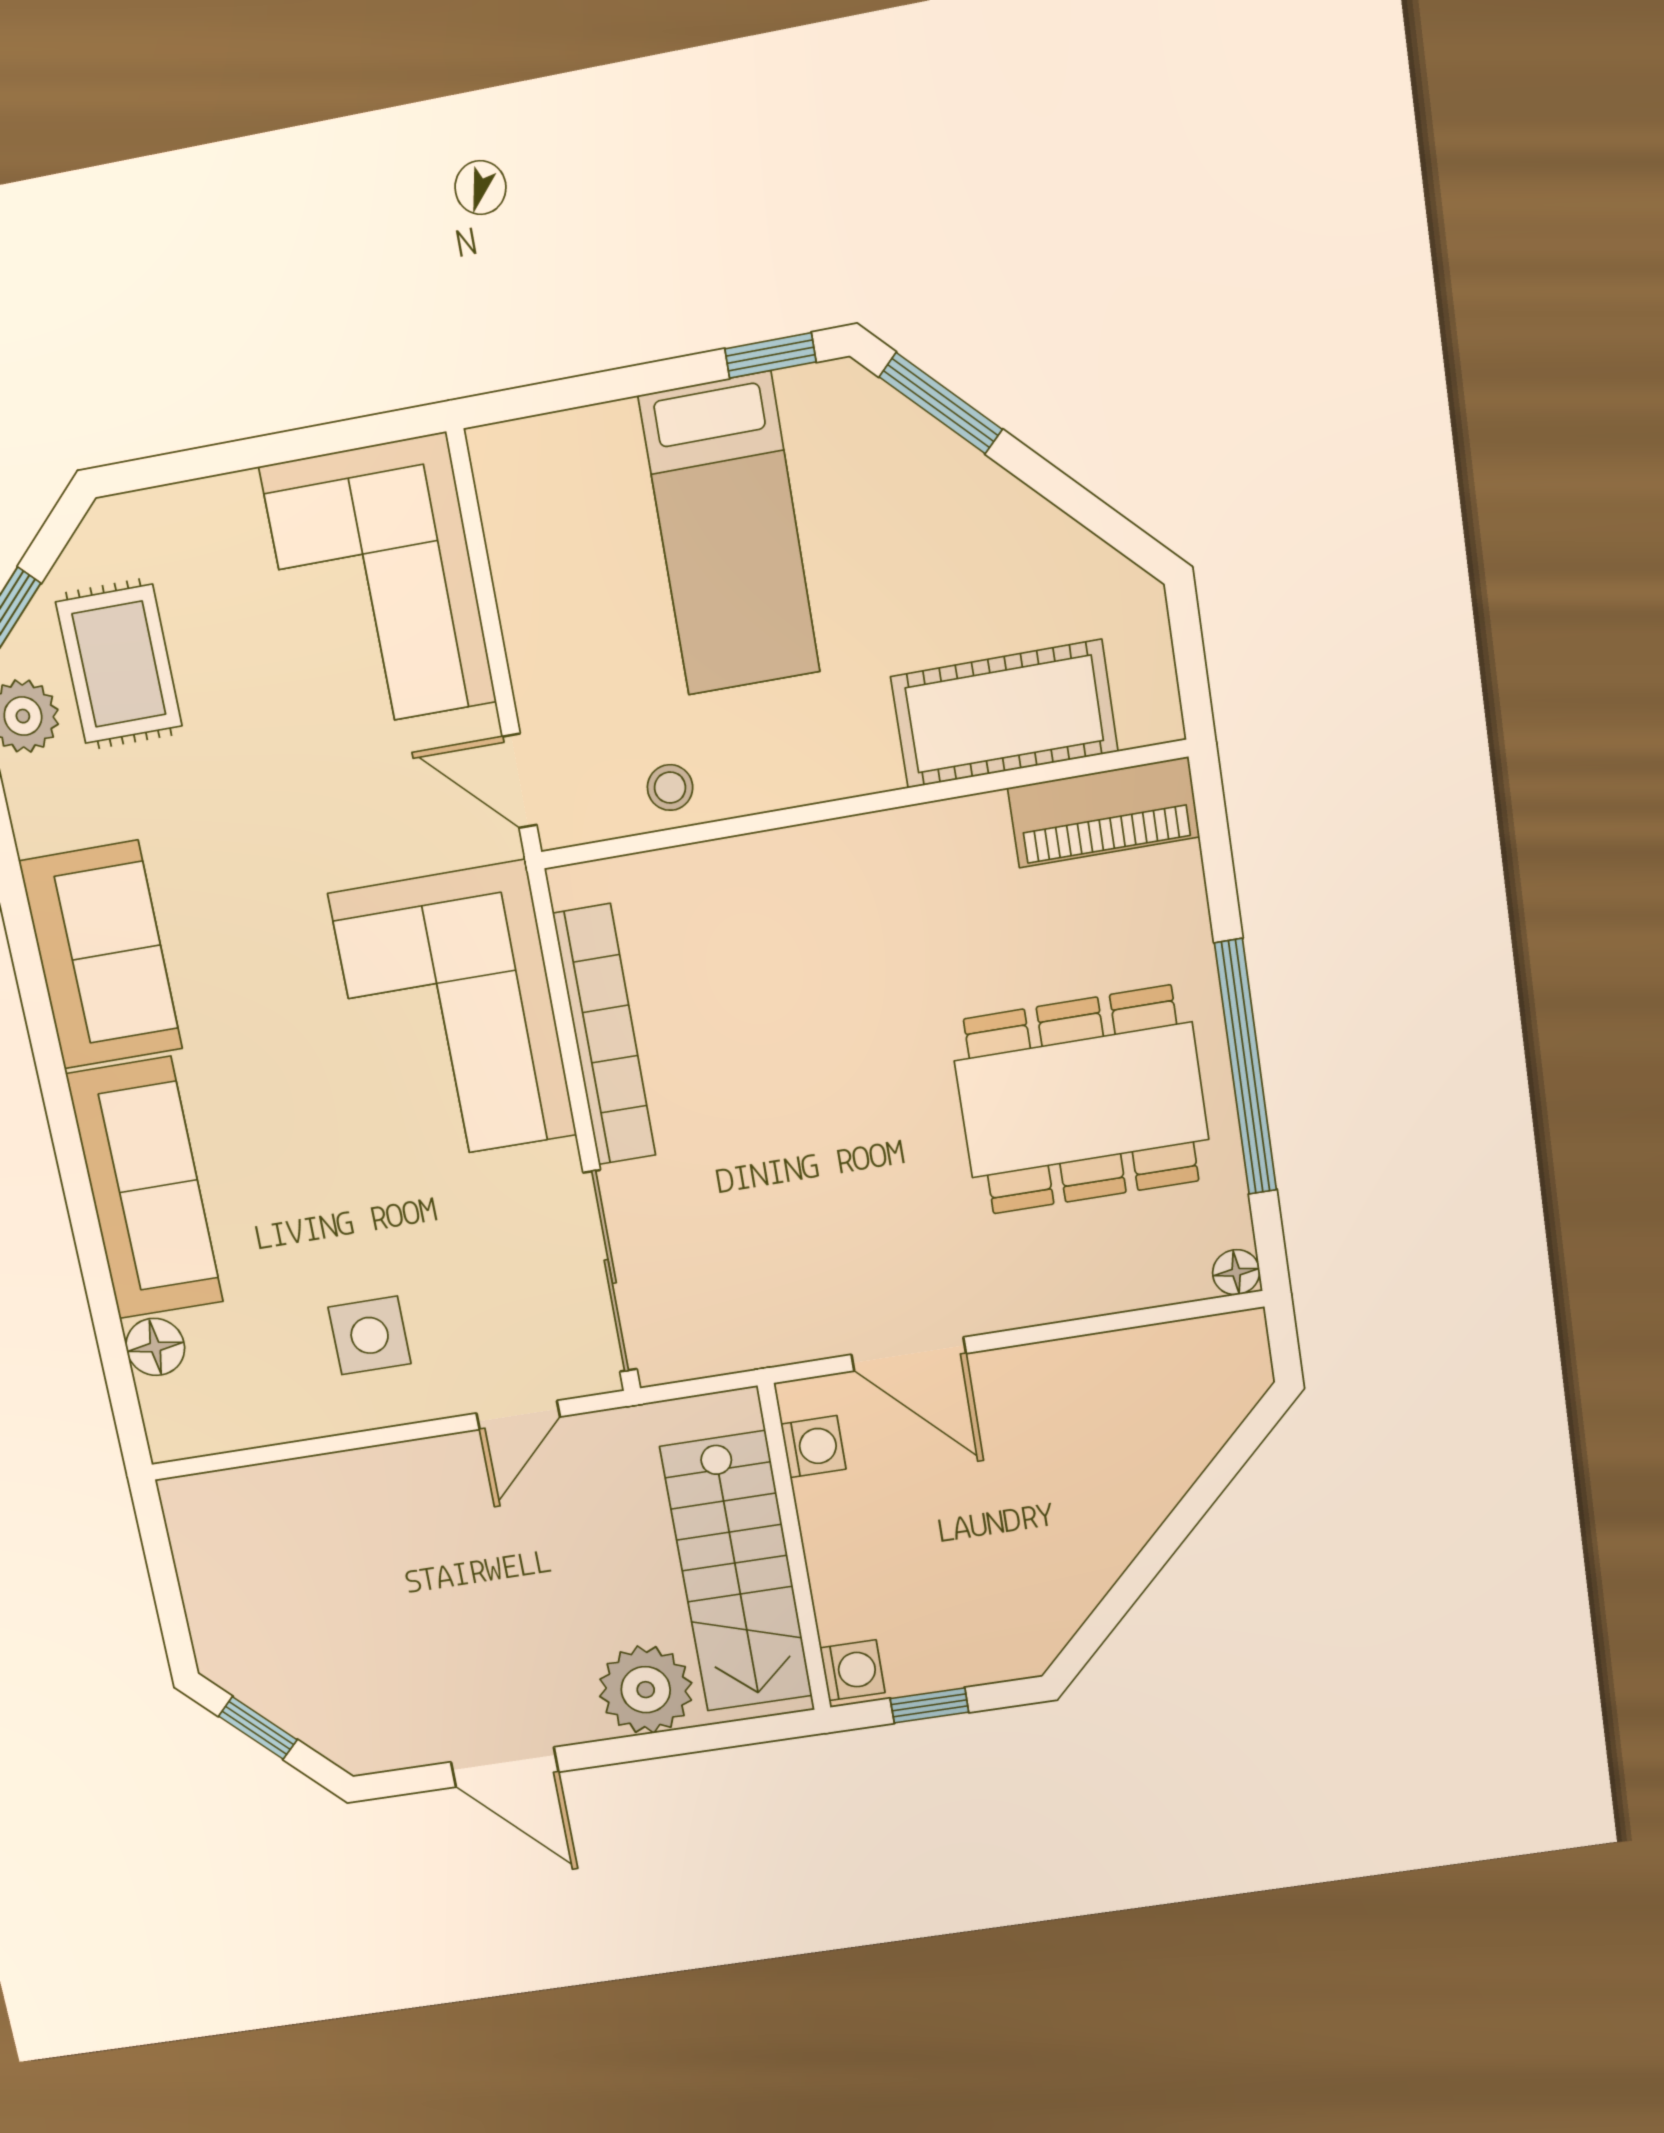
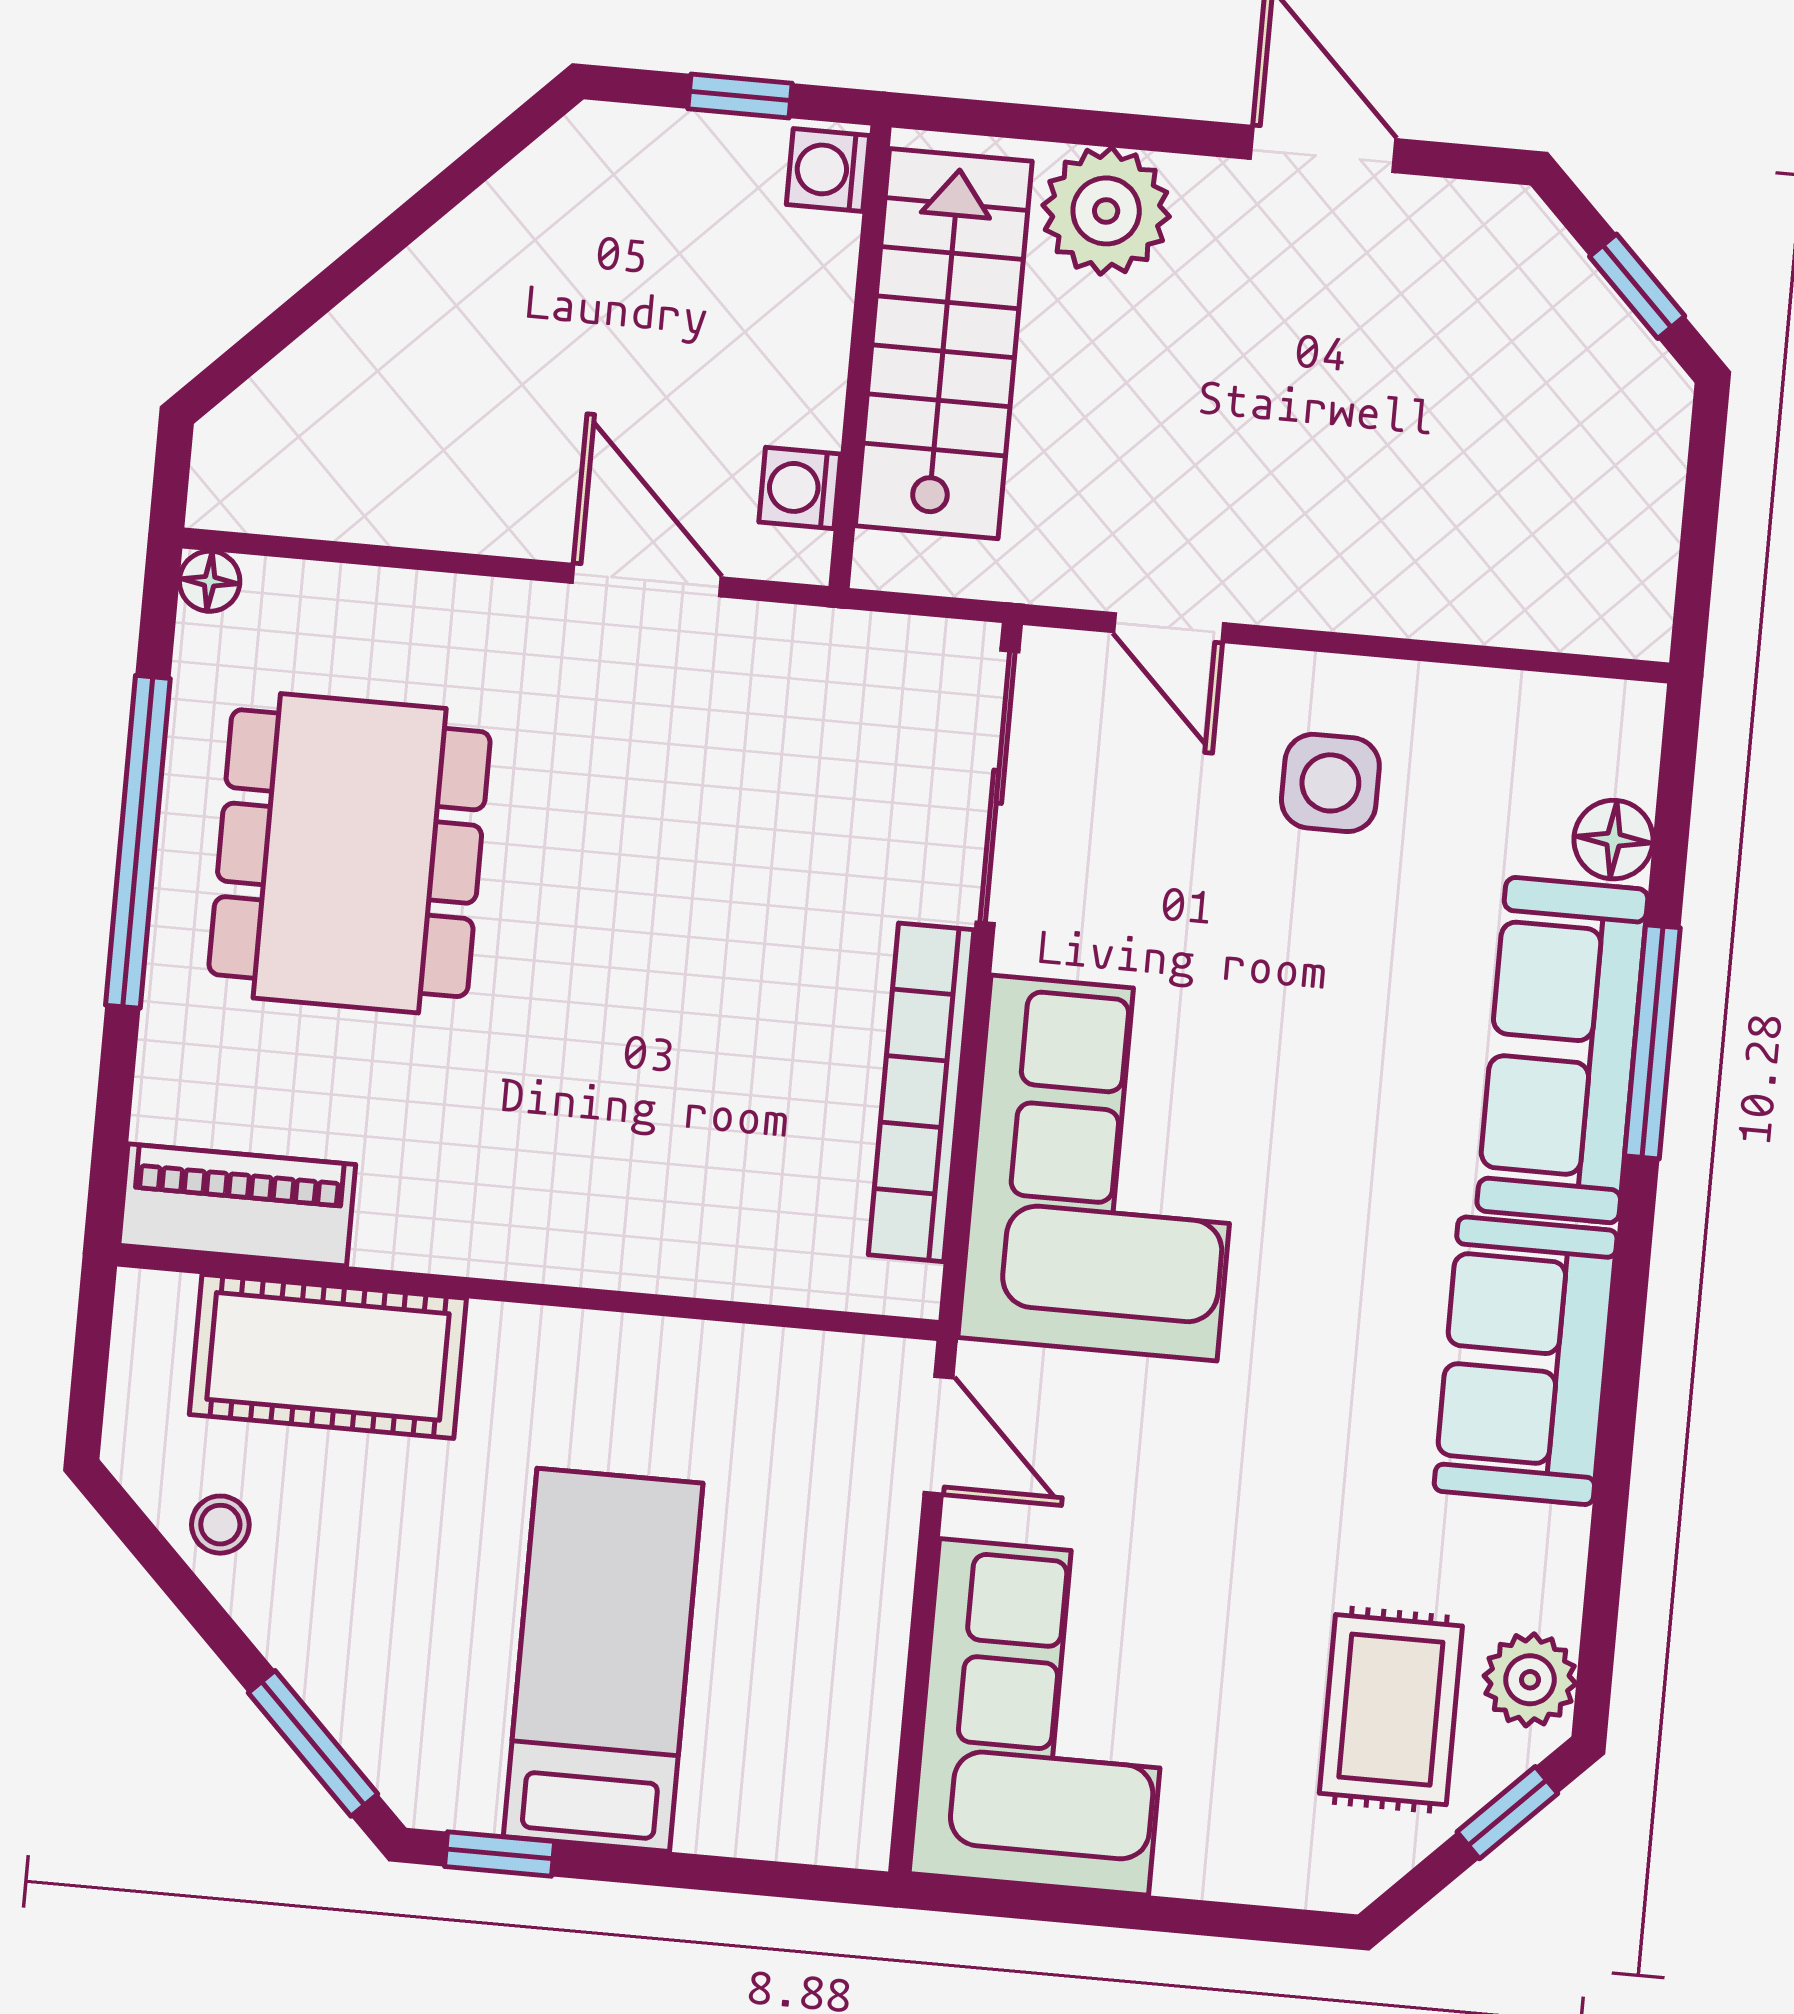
stool: (670, 788) -> (220, 1525), moved
dining table: (1081, 1100) -> (350, 853), turned 90
window: (82, 1211) -> (1652, 1042), added
door: (518, 1415) -> (1169, 628), swing flipped

